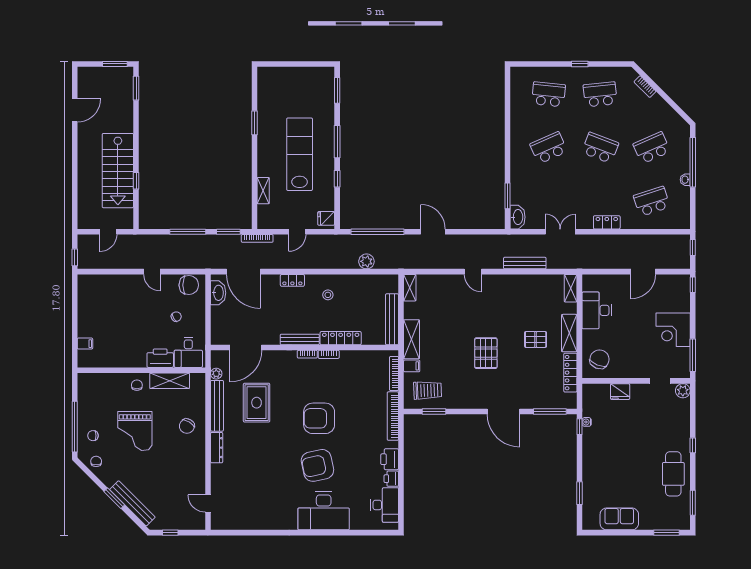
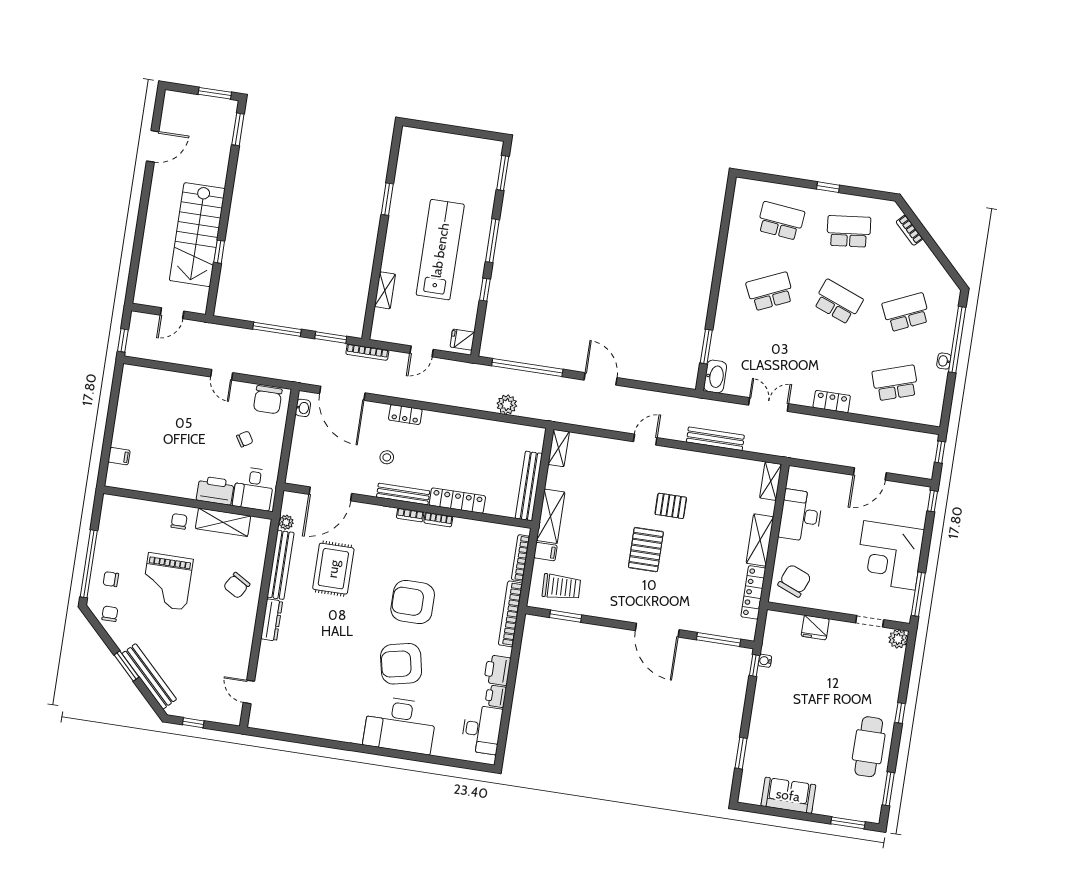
door: (473, 272) -> (645, 440), swing flipped
chair: (189, 285) -> (268, 400), turned 90
washbasin: (218, 293) -> (303, 408), width x0.52, depth x0.69
stool: (328, 295) -> (387, 457), moved
corner desk: (673, 330) -> (890, 555), width x1.36, depth x1.36
pallet: (536, 339) -> (671, 506), moved

